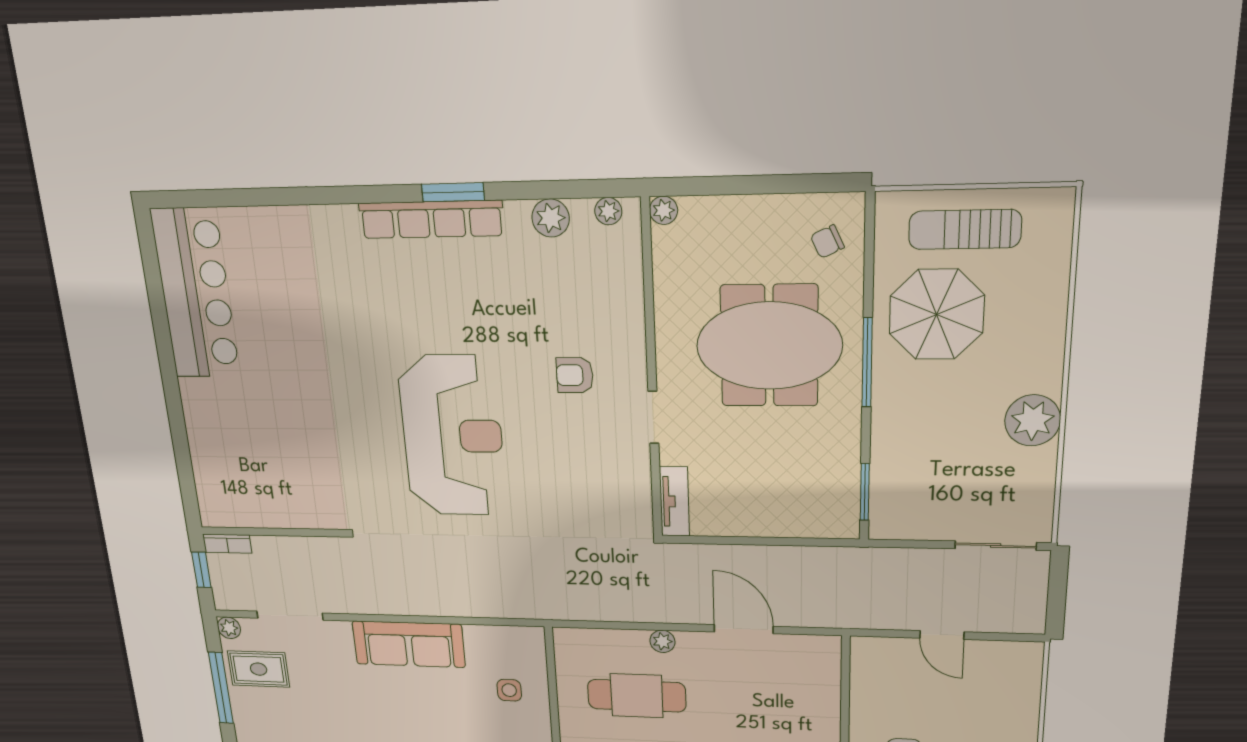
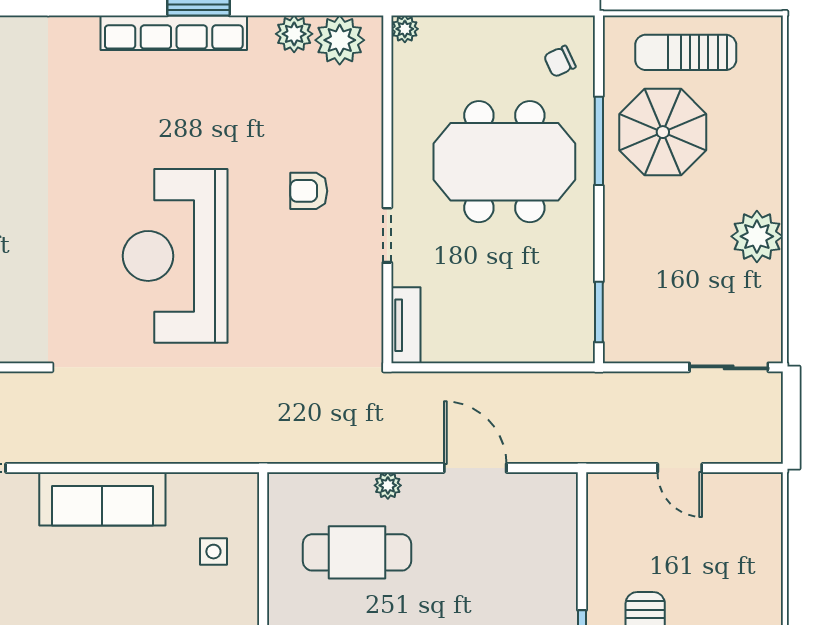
plant: (608, 211) -> (340, 40), width x1.88, depth x1.88
window: (867, 363) -> (599, 141), moved
reception desk: (453, 436) -> (175, 256), turned 180

